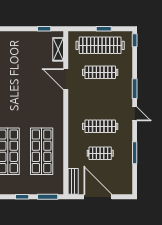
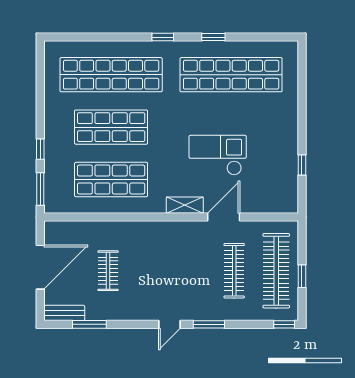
window: (44, 29) -> (302, 165), moved
shelving: (58, 49) -> (185, 205), moved
checkout: (26, 83) -> (218, 155), added
clothes rail: (100, 126) -> (150, 271), removed
window: (135, 153) -> (89, 324), moved
bench: (73, 181) -> (64, 313), moved

